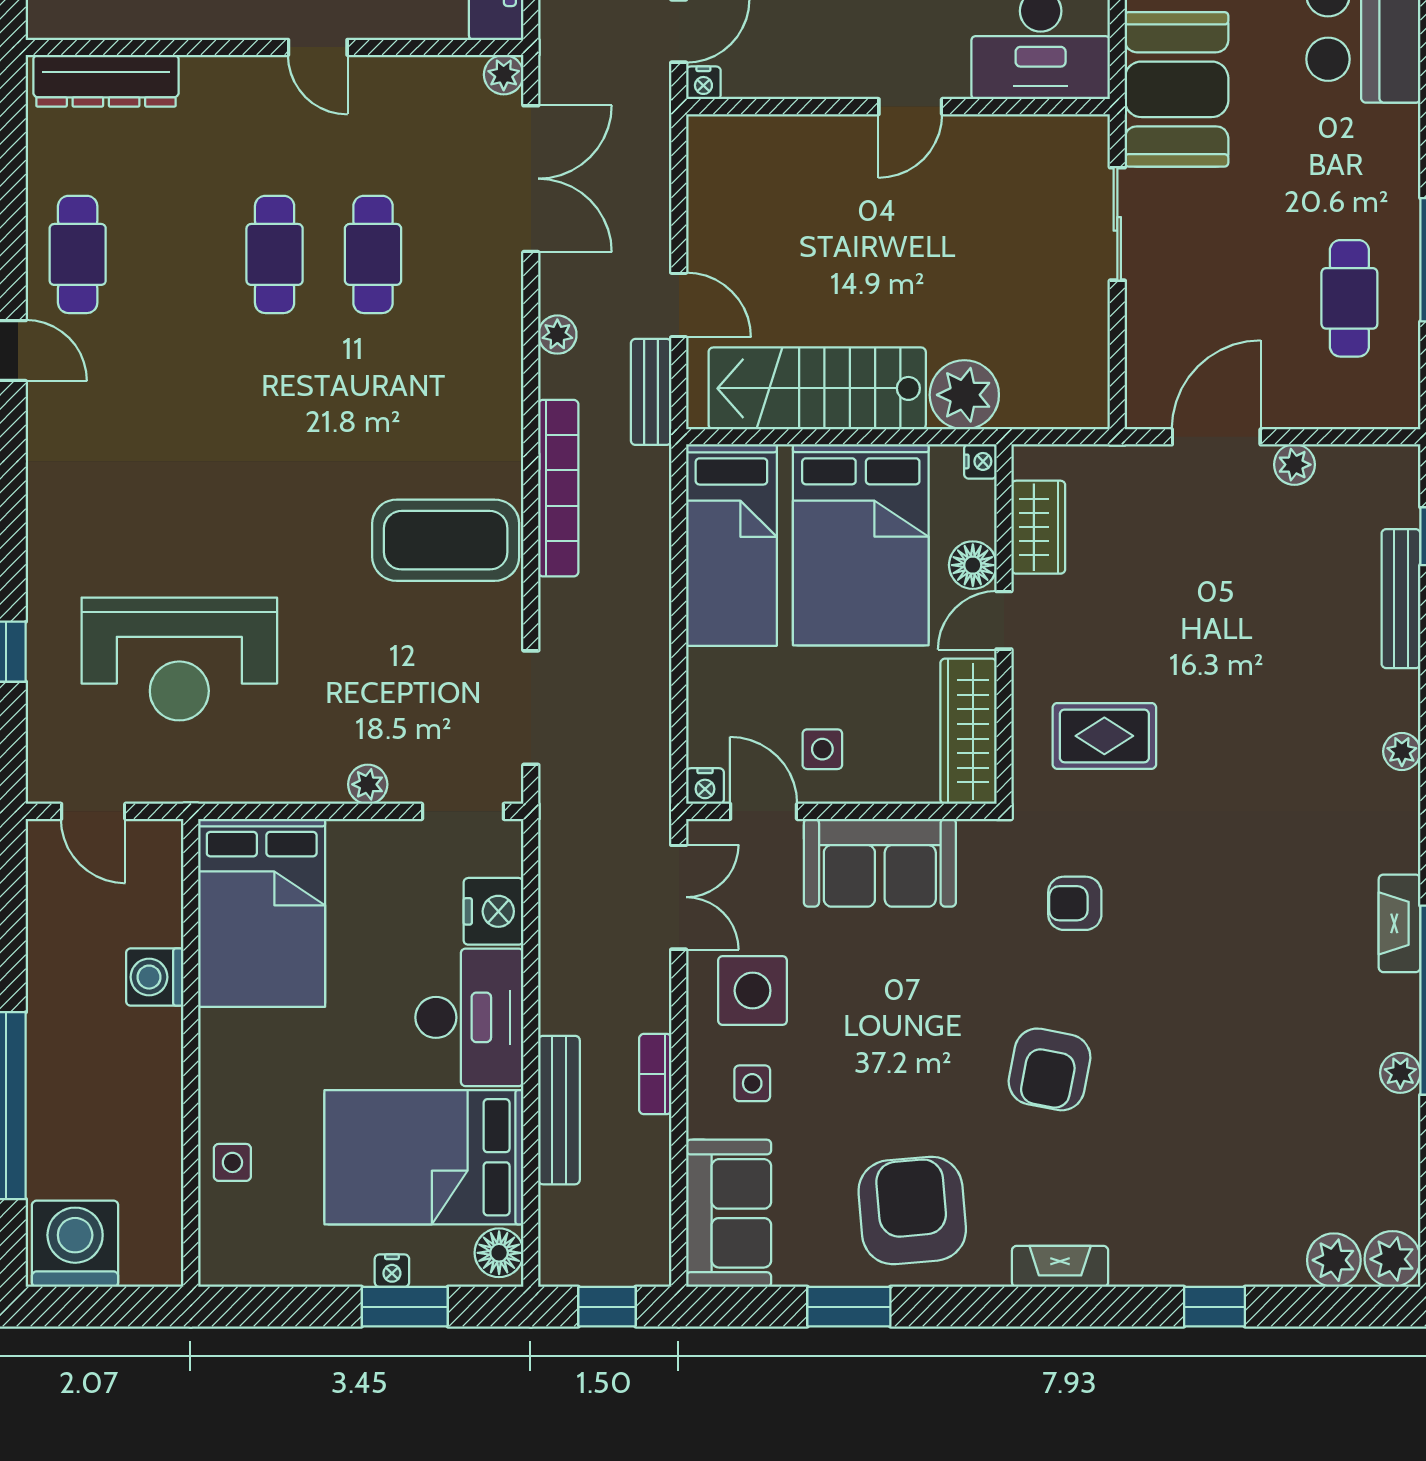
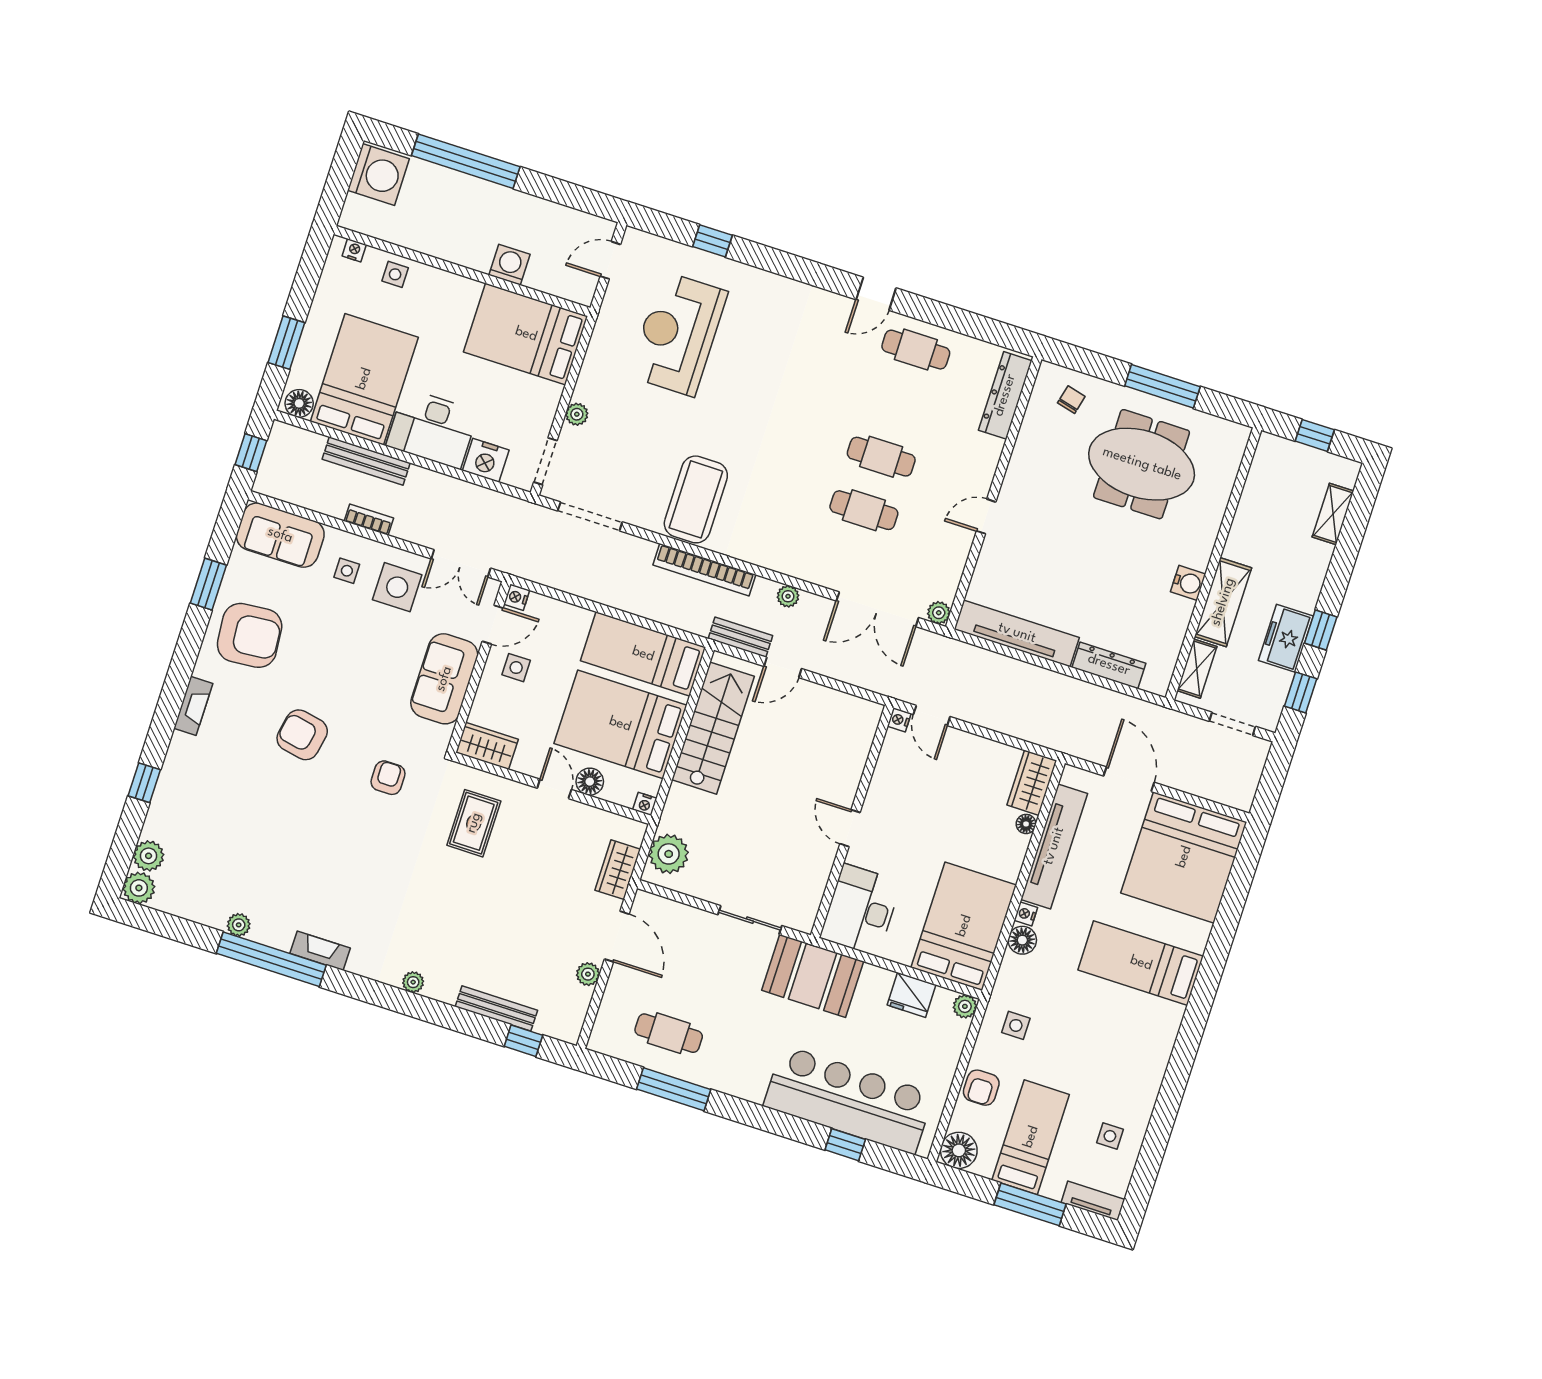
plant: (964, 395) -> (669, 854), moved
wardrobe: (1038, 527) -> (618, 870), moved, turned 90
wardrobe: (968, 731) -> (487, 746), width x0.67
nightstand: (392, 1271) -> (354, 250), moved, turned 90

